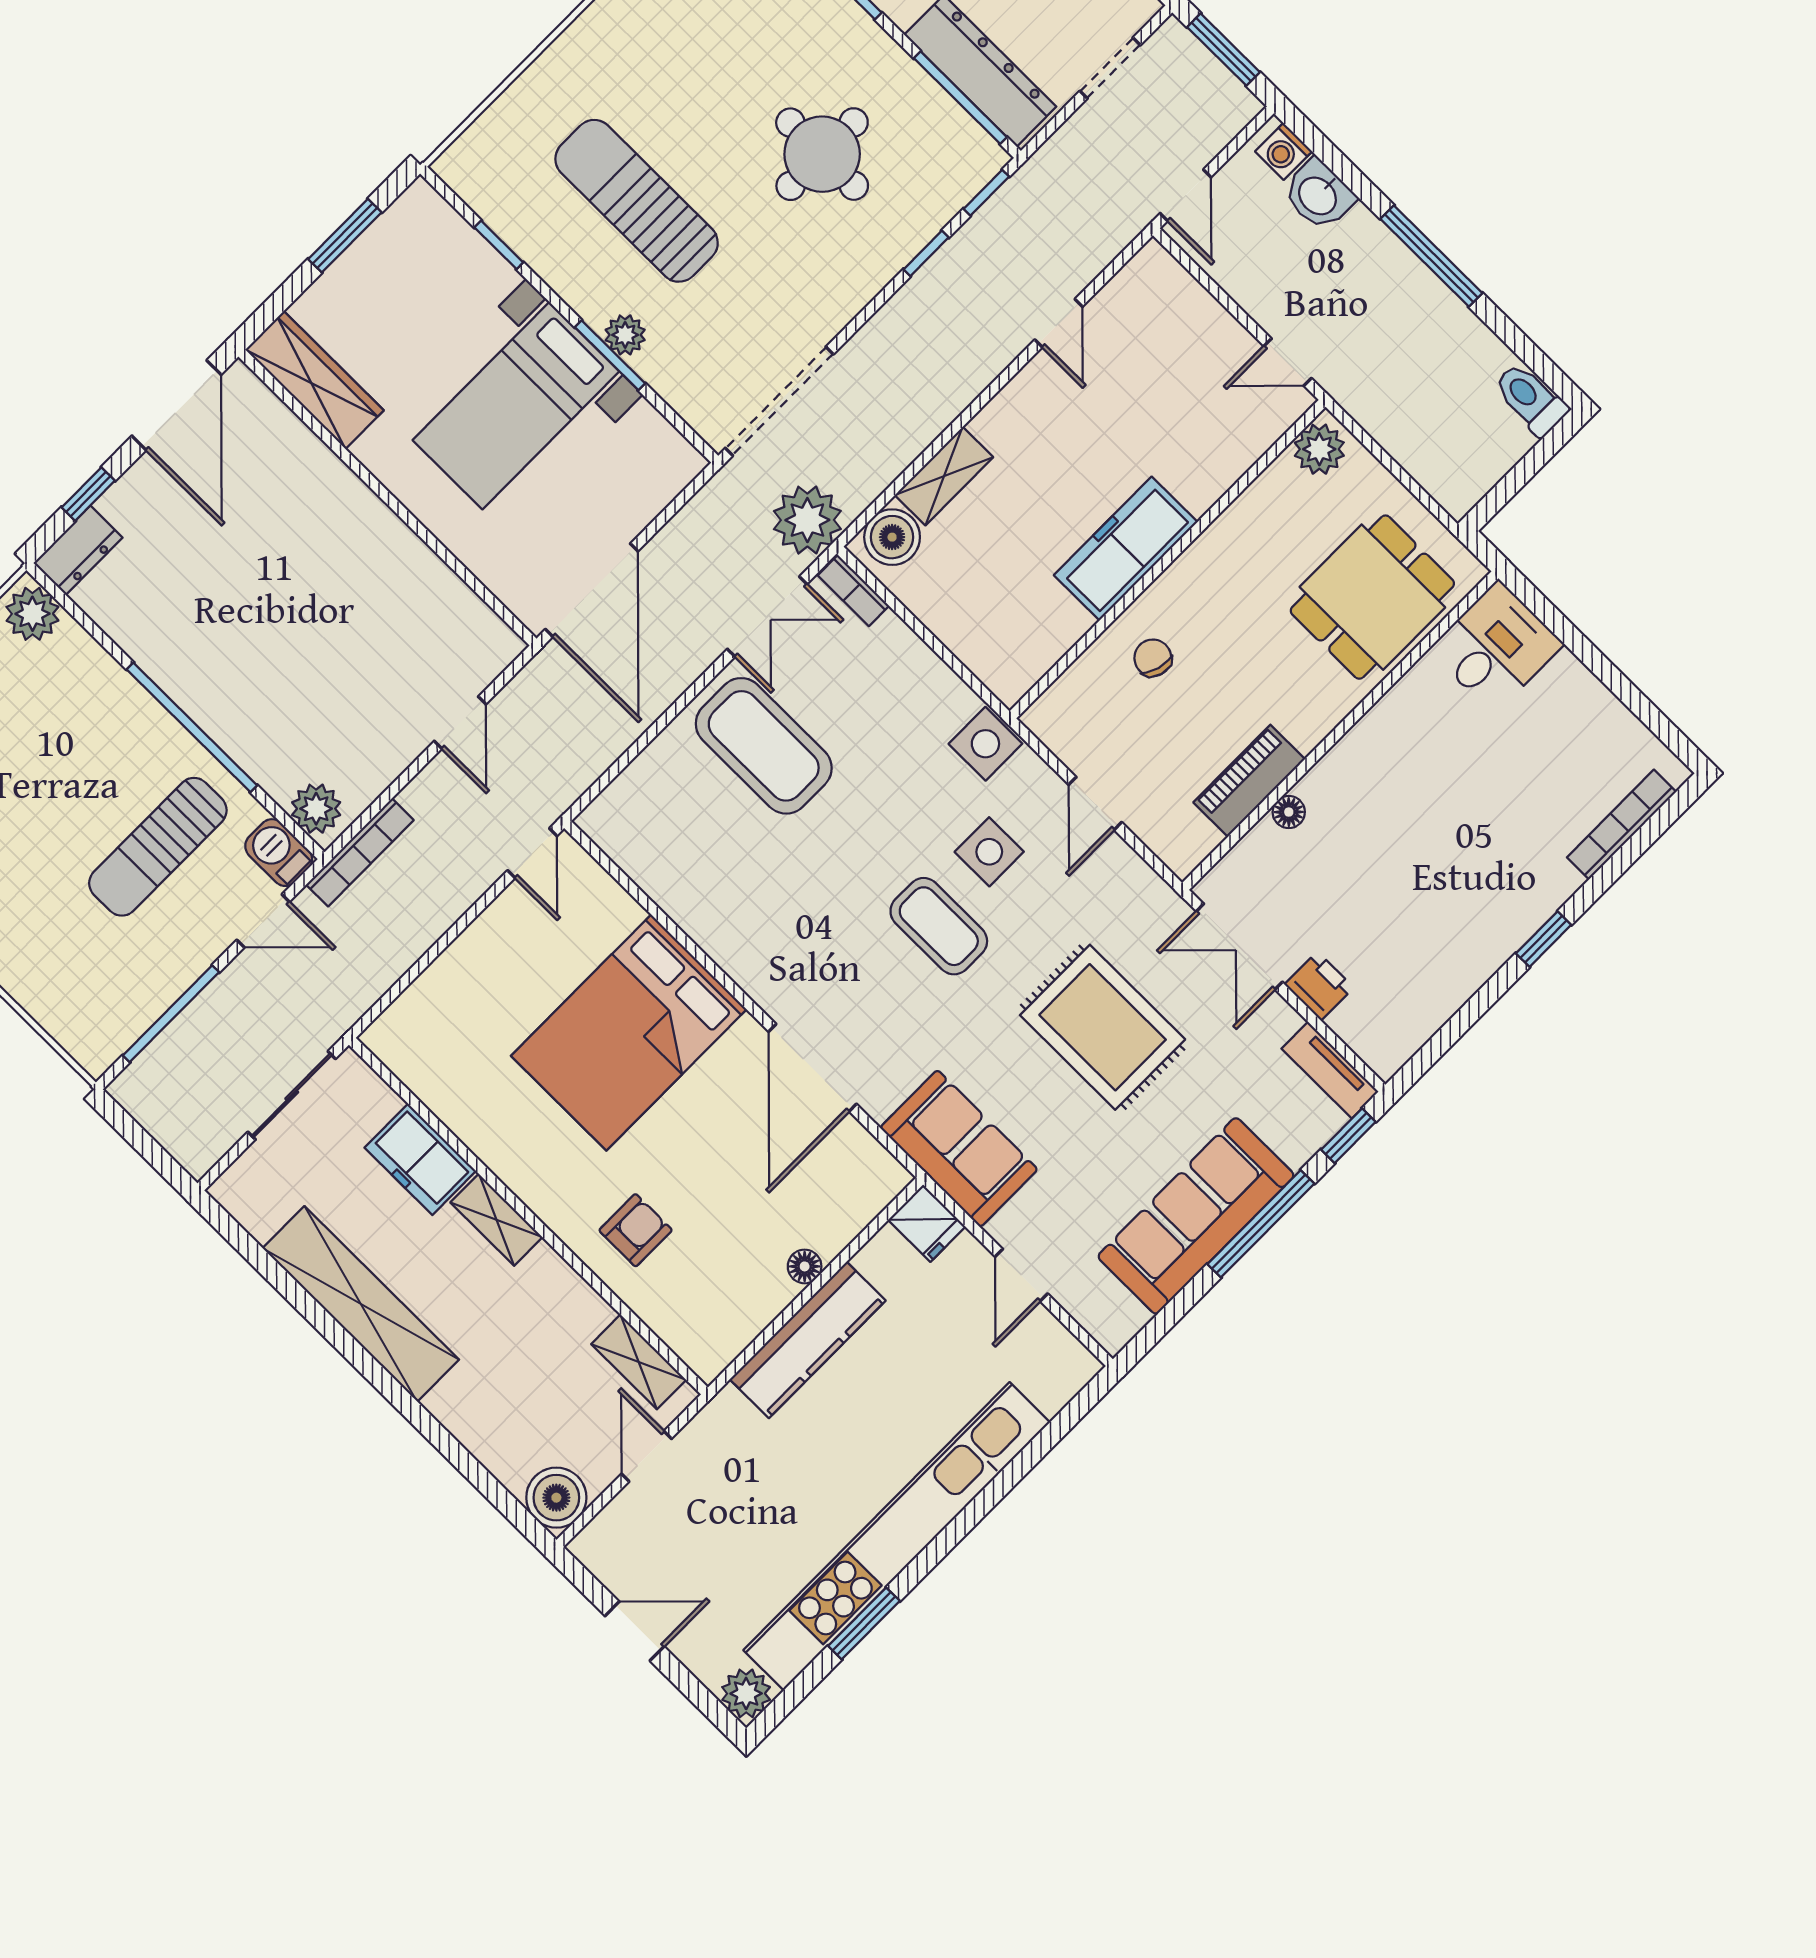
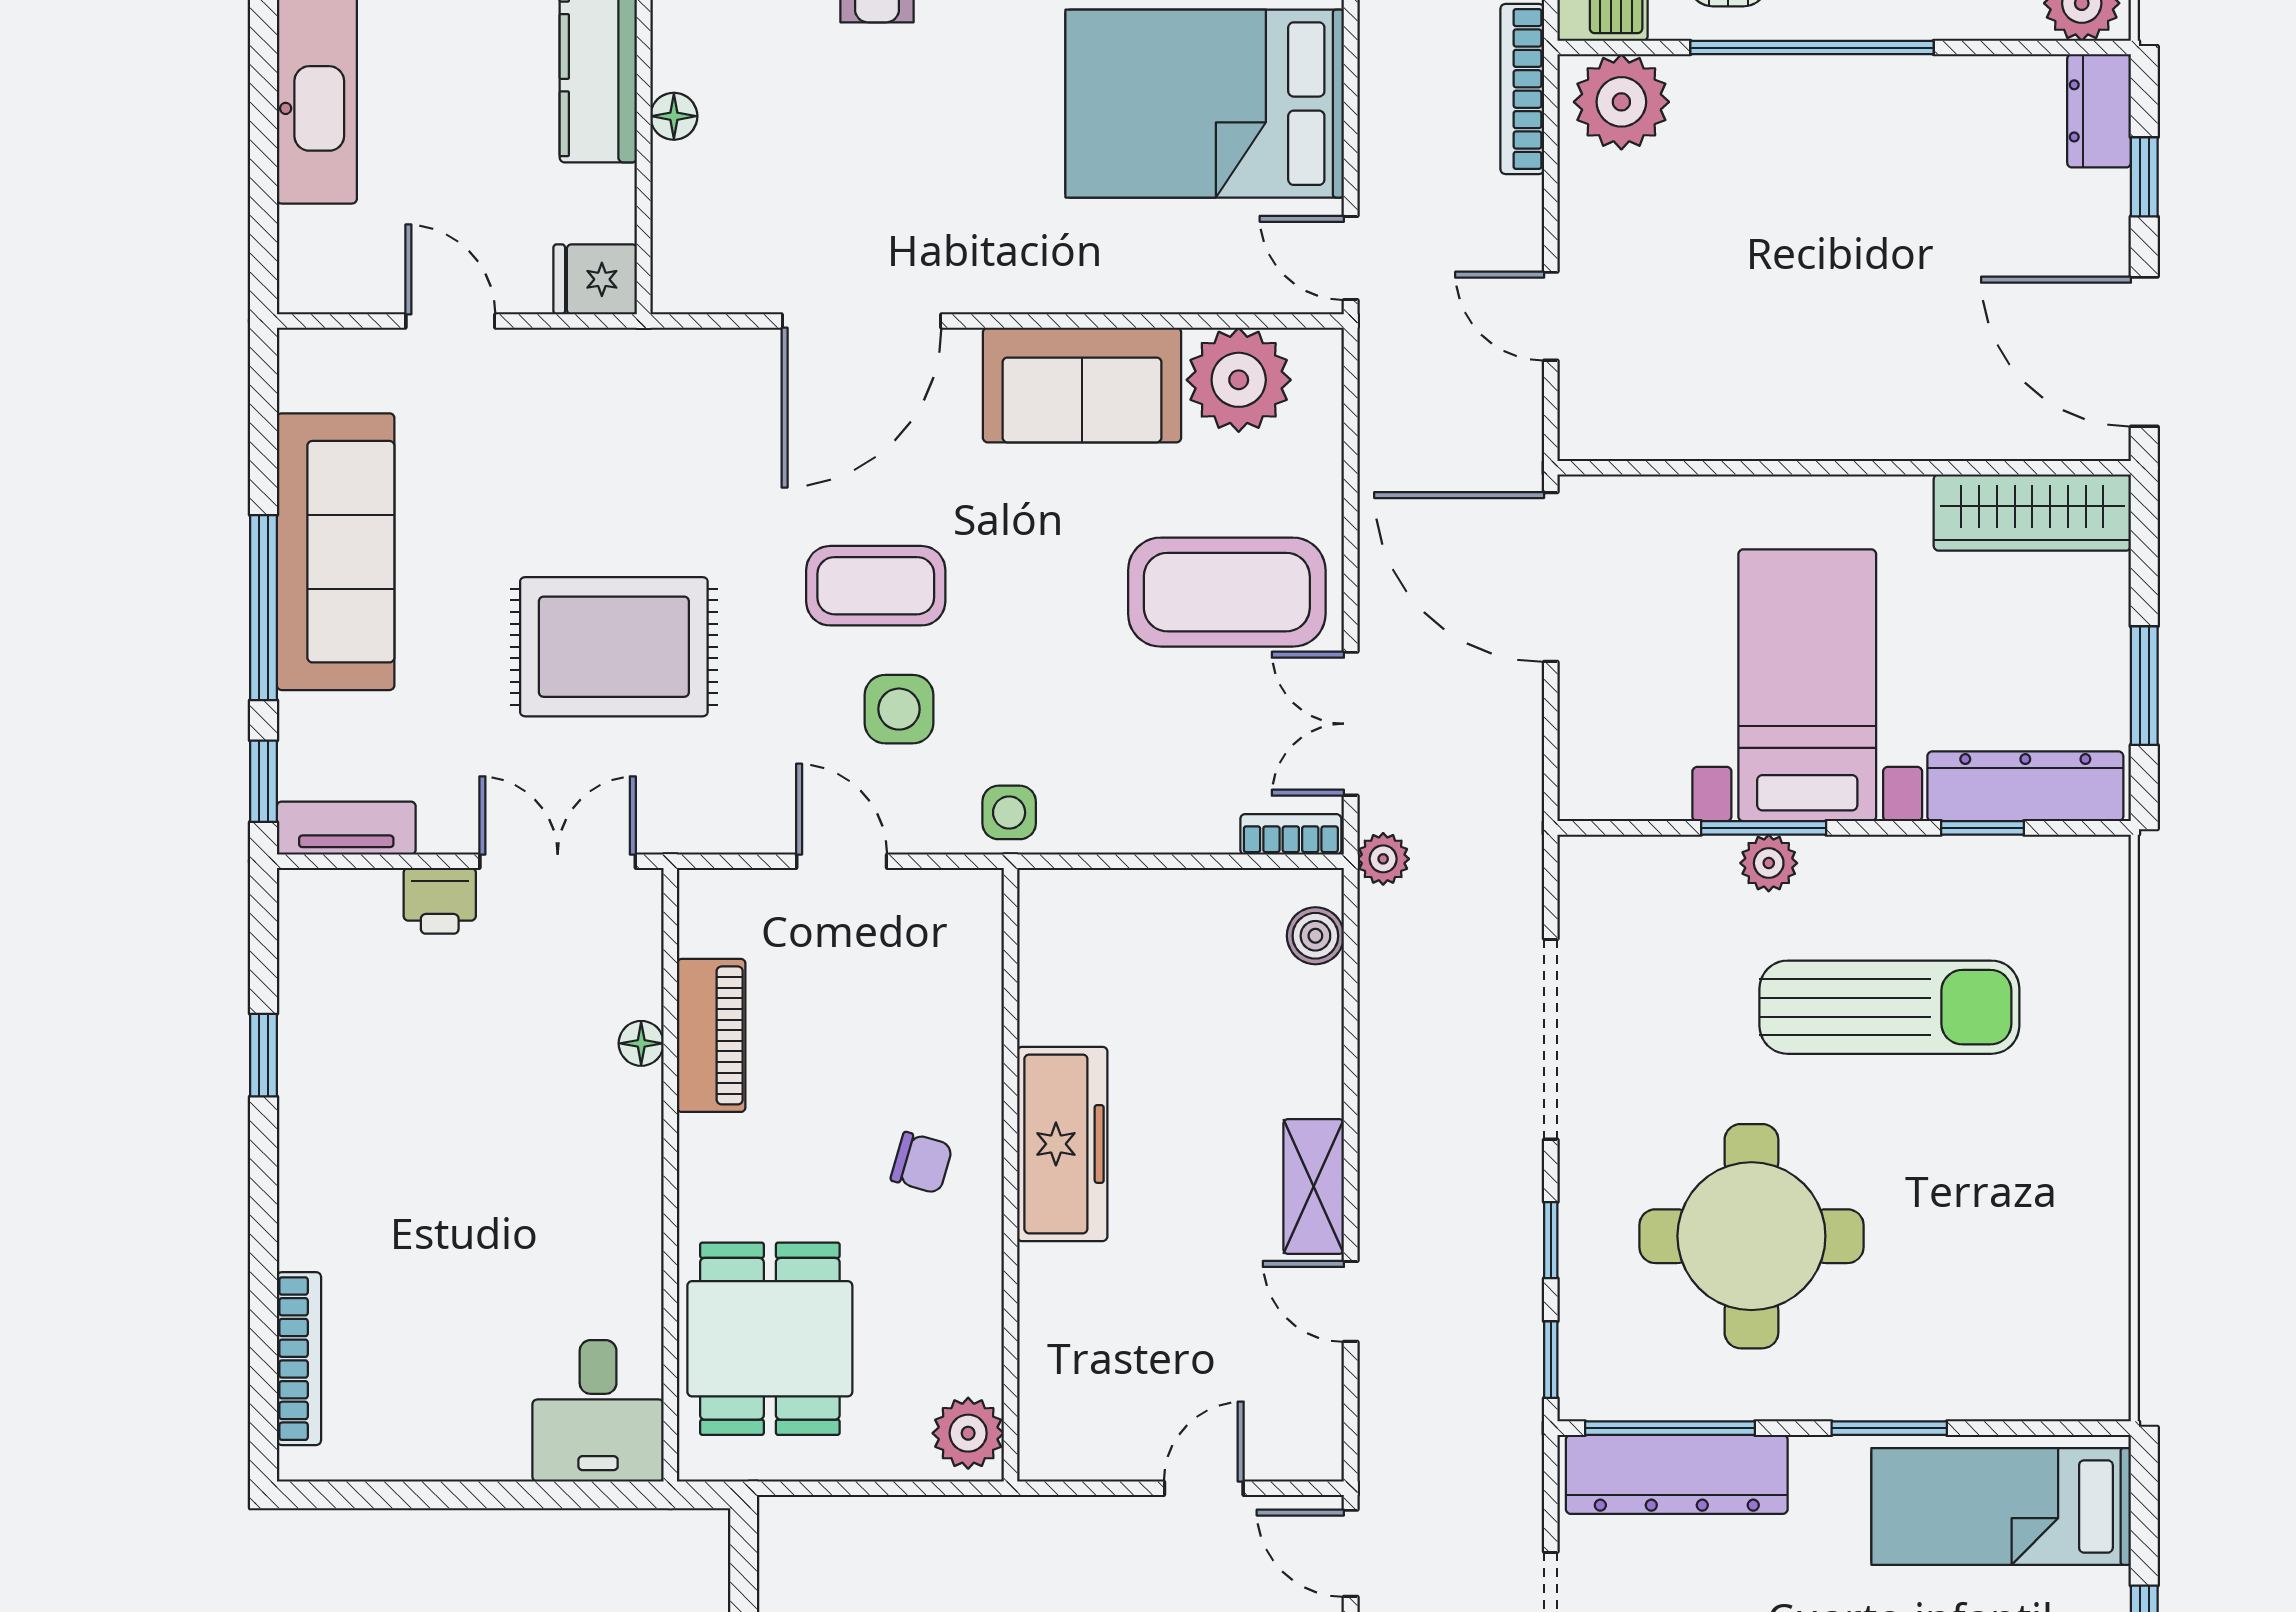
round table: (822, 154) -> (1751, 1236), width x1.36, depth x1.36
dresser: (456, 244) -> (2025, 786), added
door: (1288, 362) -> (1204, 1488), moved
doorway: (779, 401) -> (1551, 1039), moved
shelving: (944, 476) -> (1314, 1187), moved
plant: (807, 520) -> (1383, 859), width x0.53, depth x0.53
boiler: (892, 537) -> (1315, 936), width x0.73, depth x0.73
chair: (1153, 658) -> (922, 1163), moved
side table: (985, 744) -> (1009, 812), width x0.73, depth x0.73
plant: (316, 809) -> (1621, 102), width x1.36, depth x1.36
plant: (651, 848) -> (1239, 380), added
window: (1544, 939) -> (263, 1055), moved
bed: (629, 1033) -> (1205, 104), moved, turned -90
door: (813, 1068) -> (861, 321), swing flipped
sofa: (959, 1148) -> (1082, 385), moved

